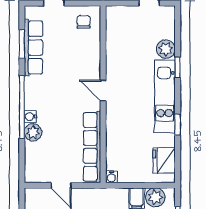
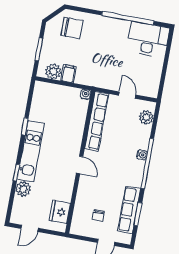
chair: (84, 22) -> (98, 216), moved
plant: (33, 132) -> (146, 117), moved
fridge: (164, 160) -> (60, 212), moved, turned 180

